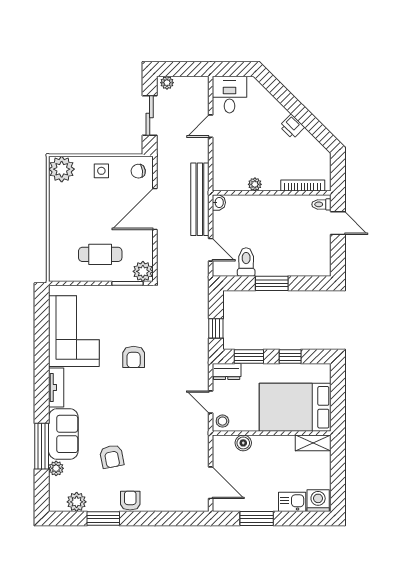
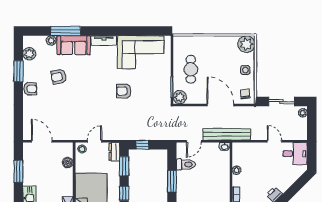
door: (211, 483) -> (42, 141), swing flipped

